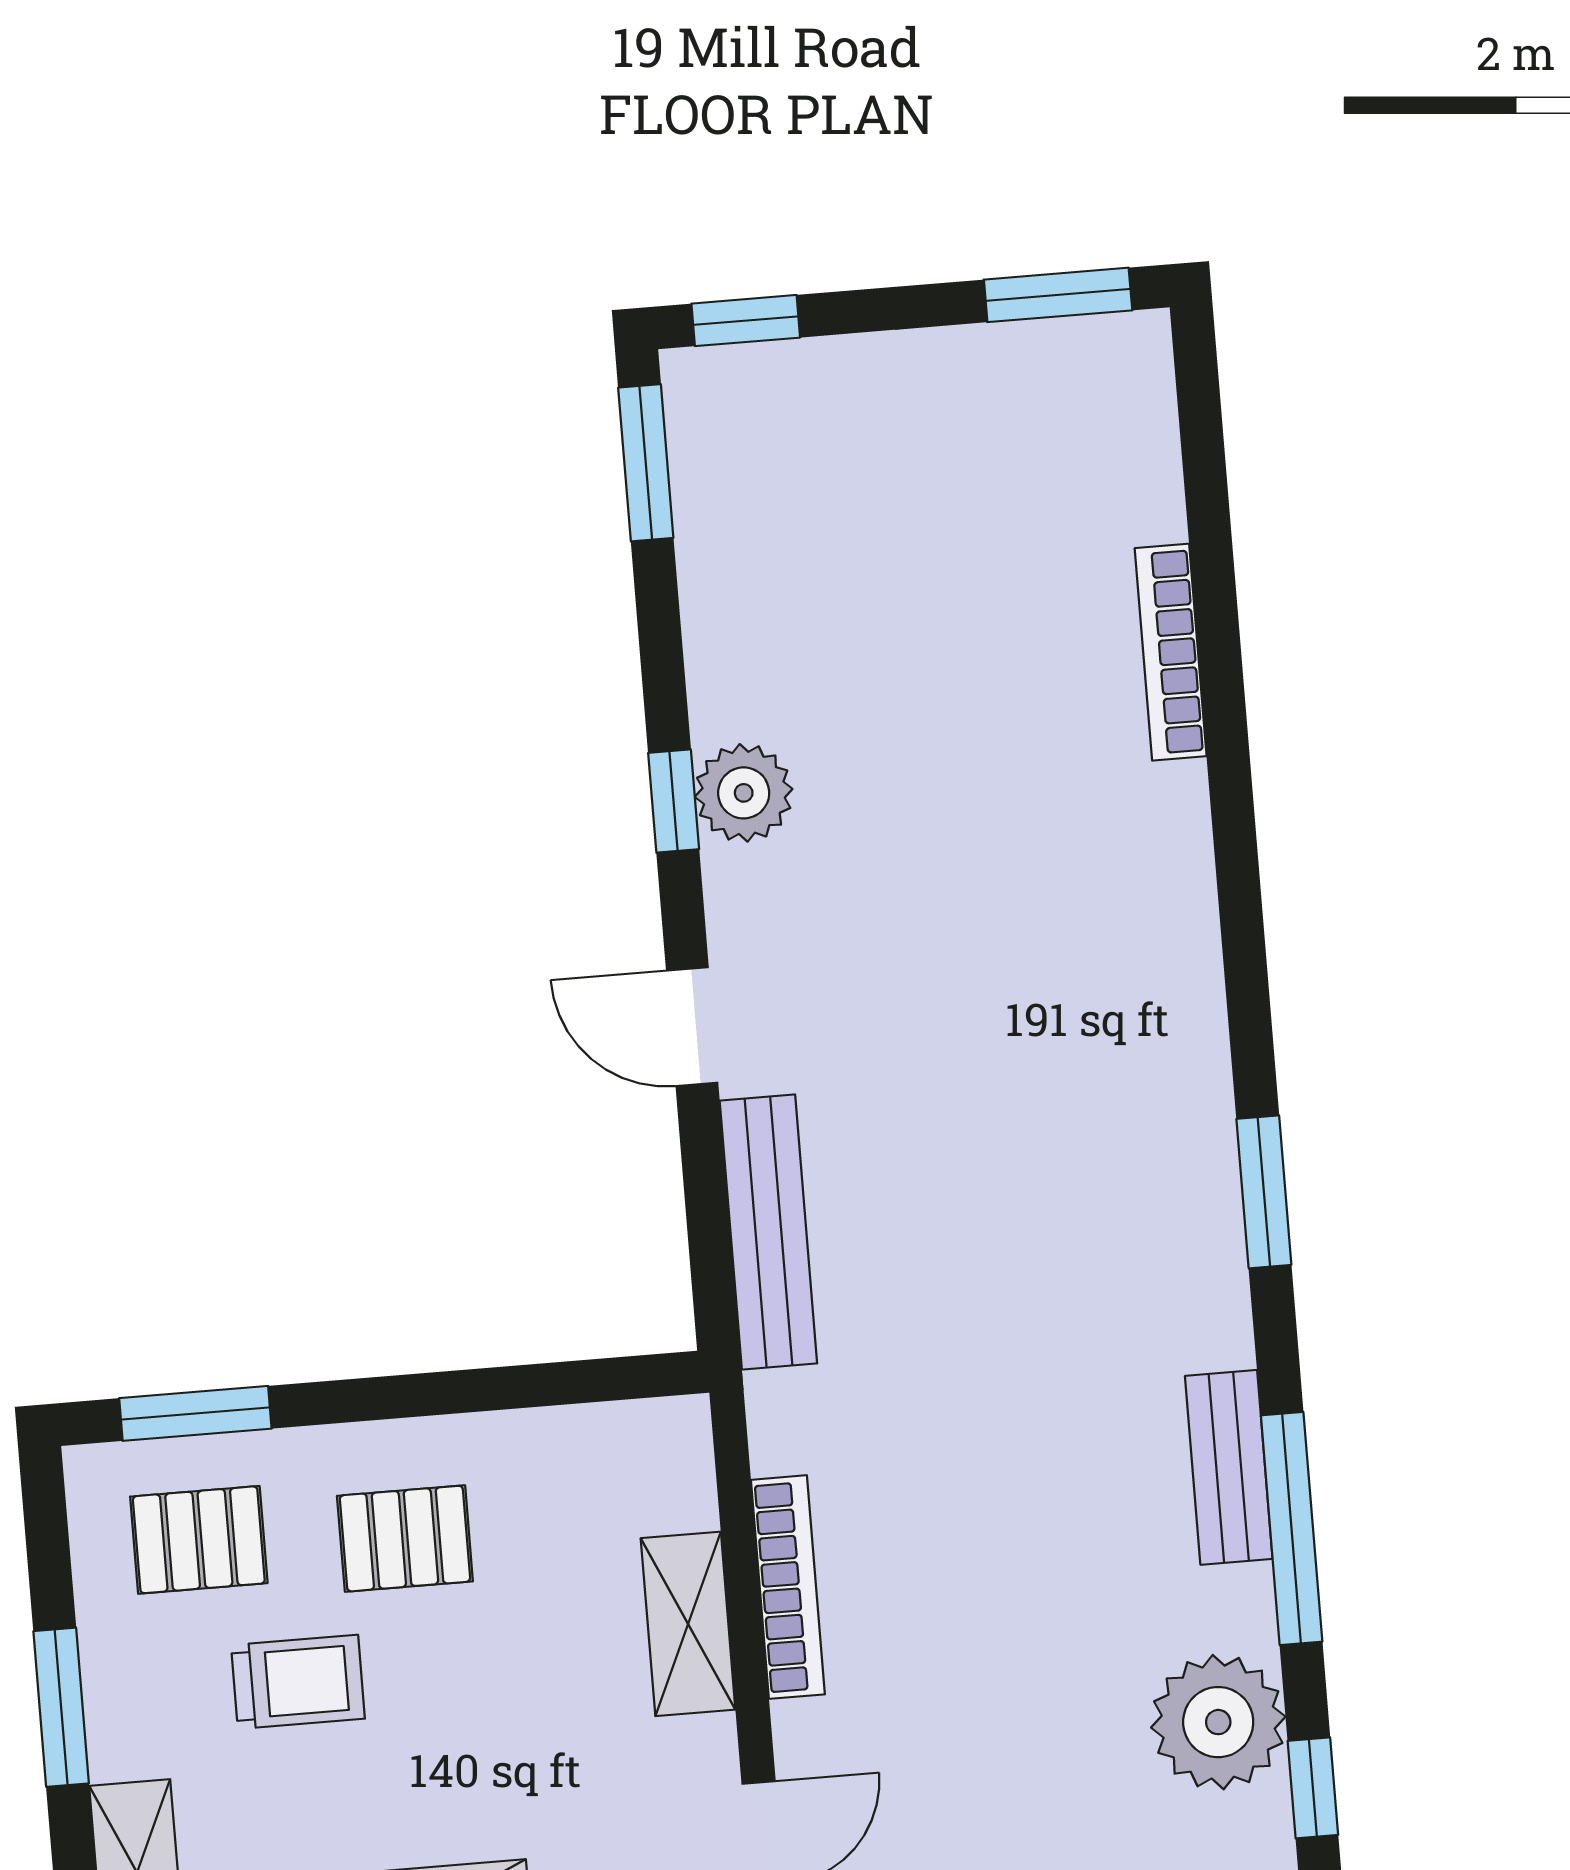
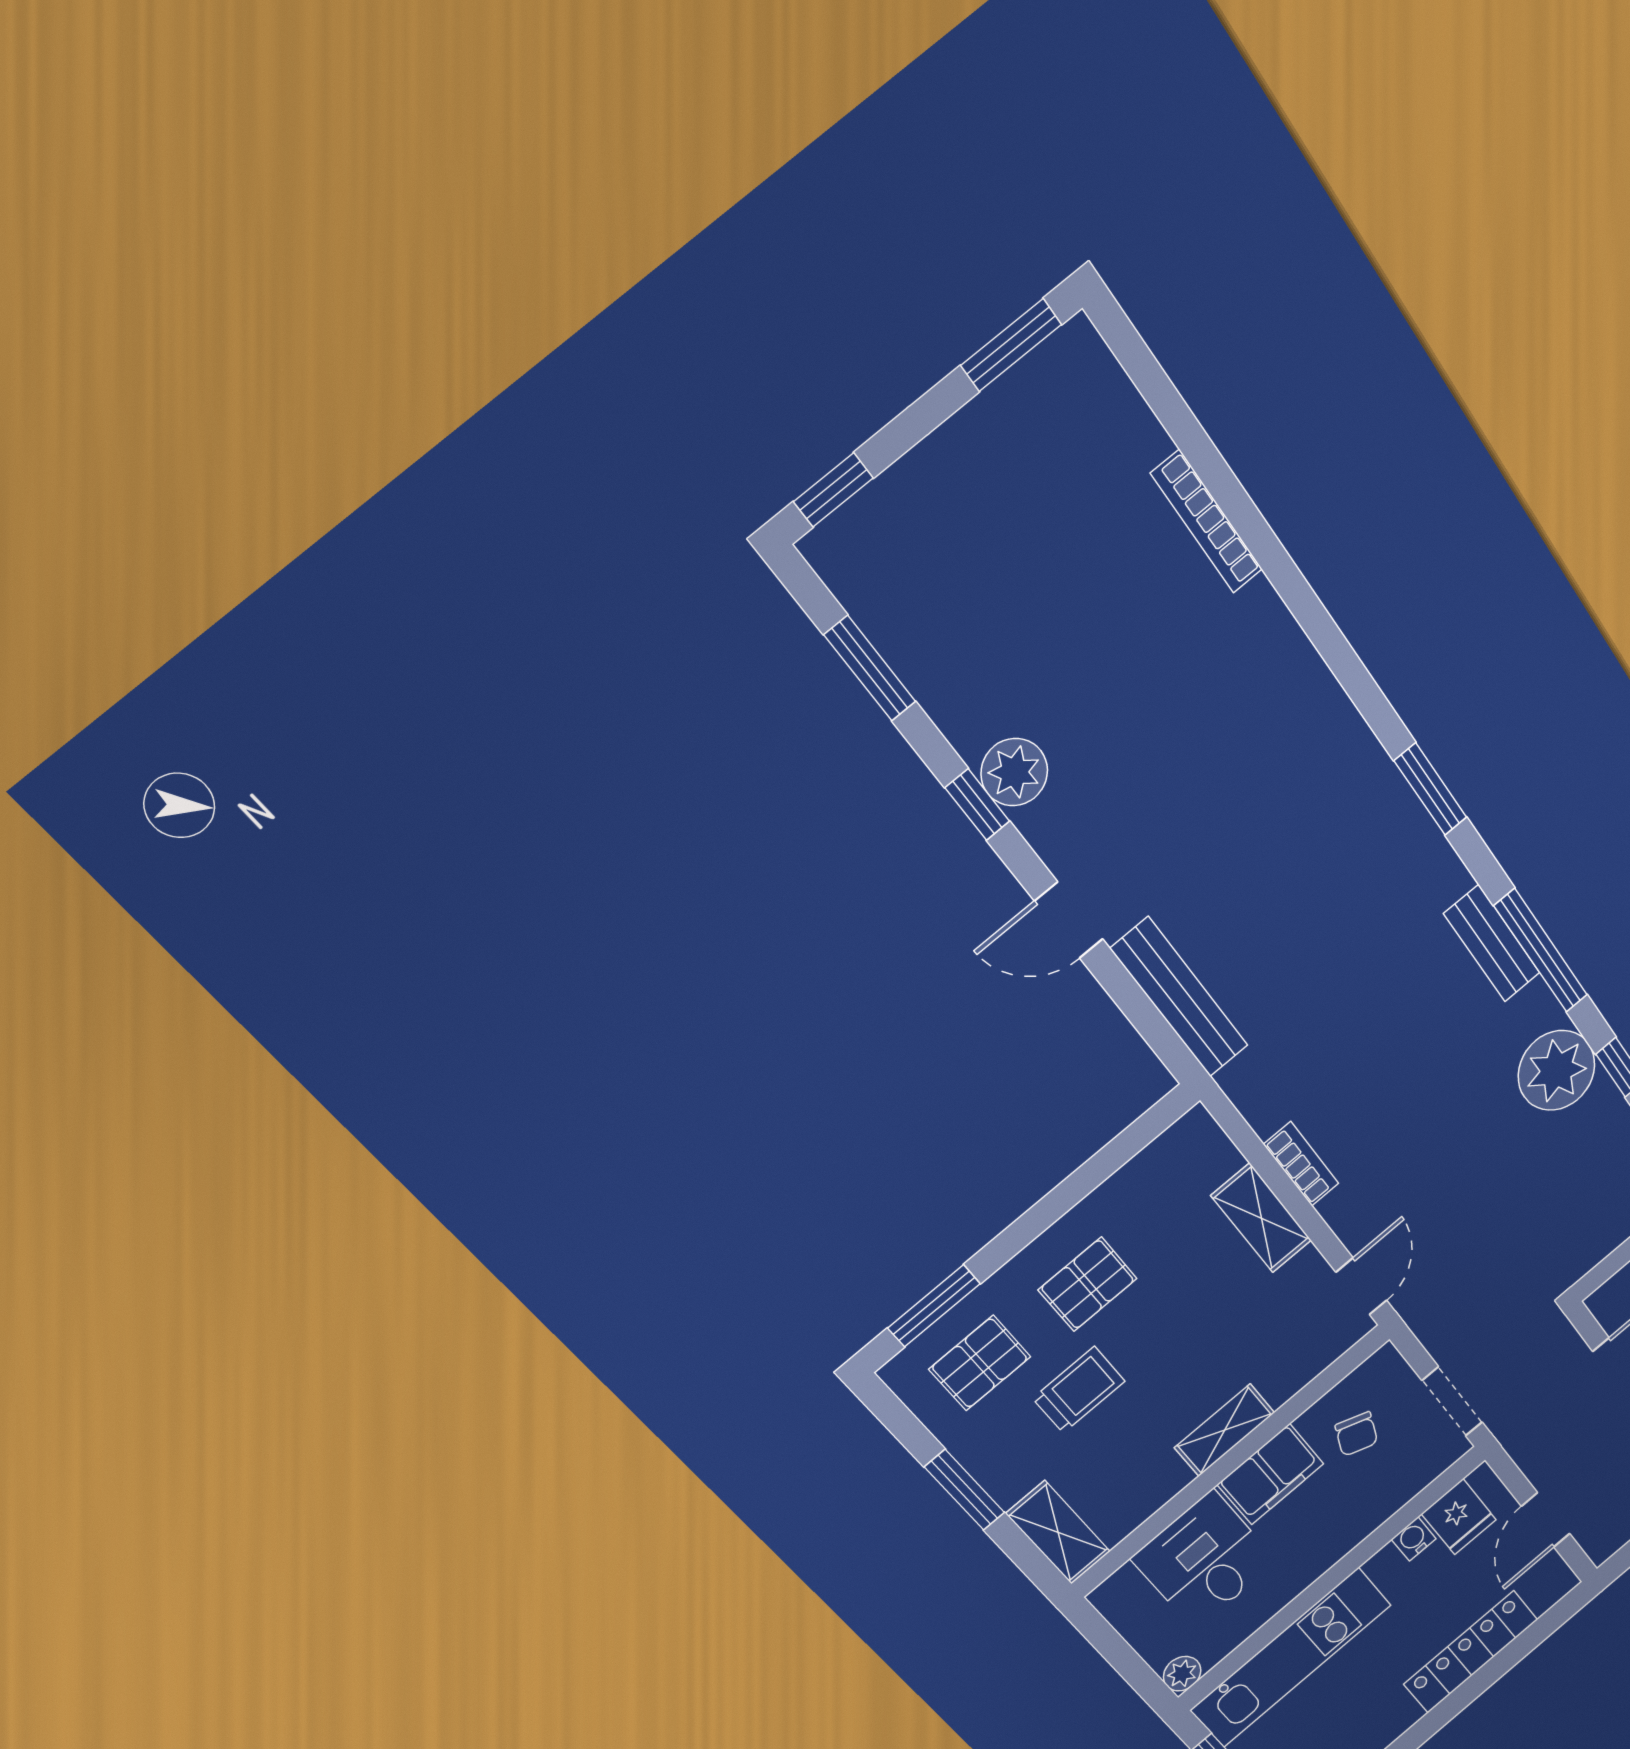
window: (646, 463) -> (870, 668), moved
bookcase: (788, 1587) -> (1301, 1164), width x0.64

